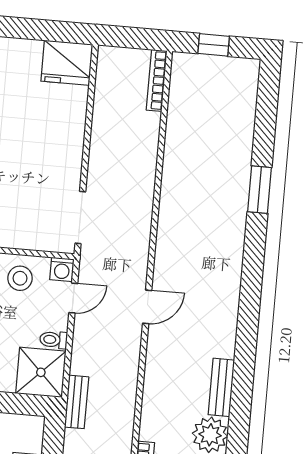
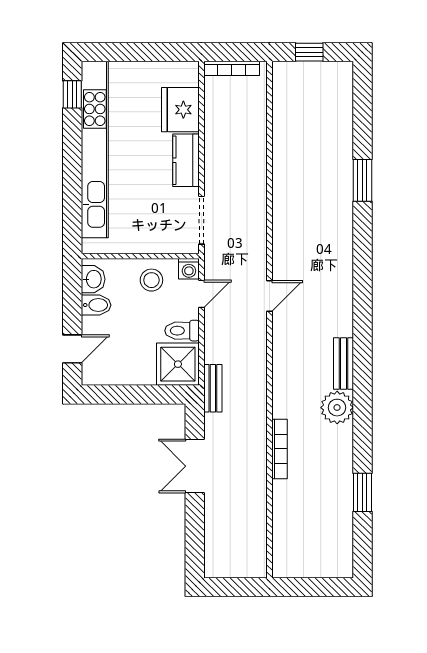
fridge: (67, 63) -> (180, 110), moved, turned 90
bookcase: (157, 80) -> (232, 68), moved, turned -90
kitchen counter: (69, 151) -> (186, 160), added
toilet: (54, 340) -> (182, 331), width x1.37, depth x1.39

